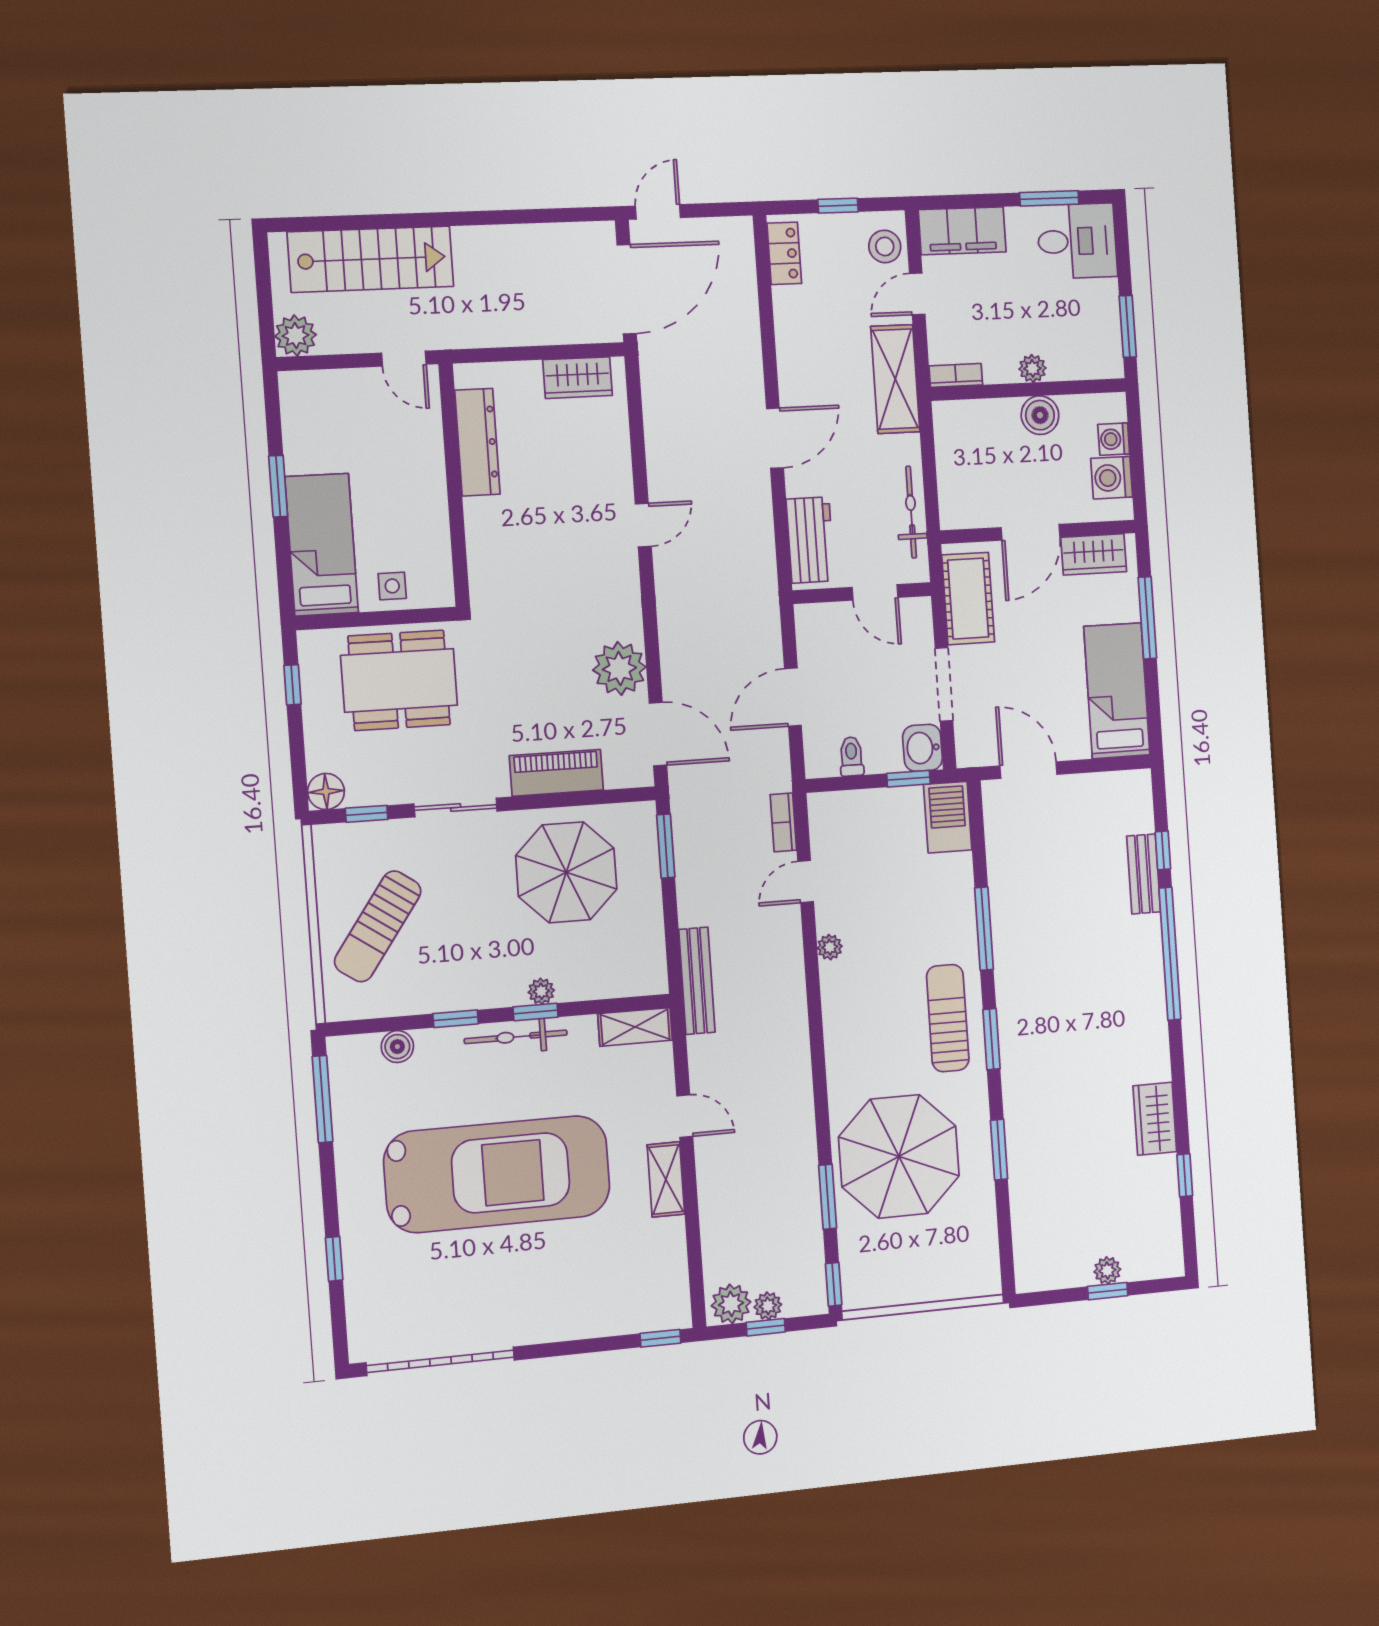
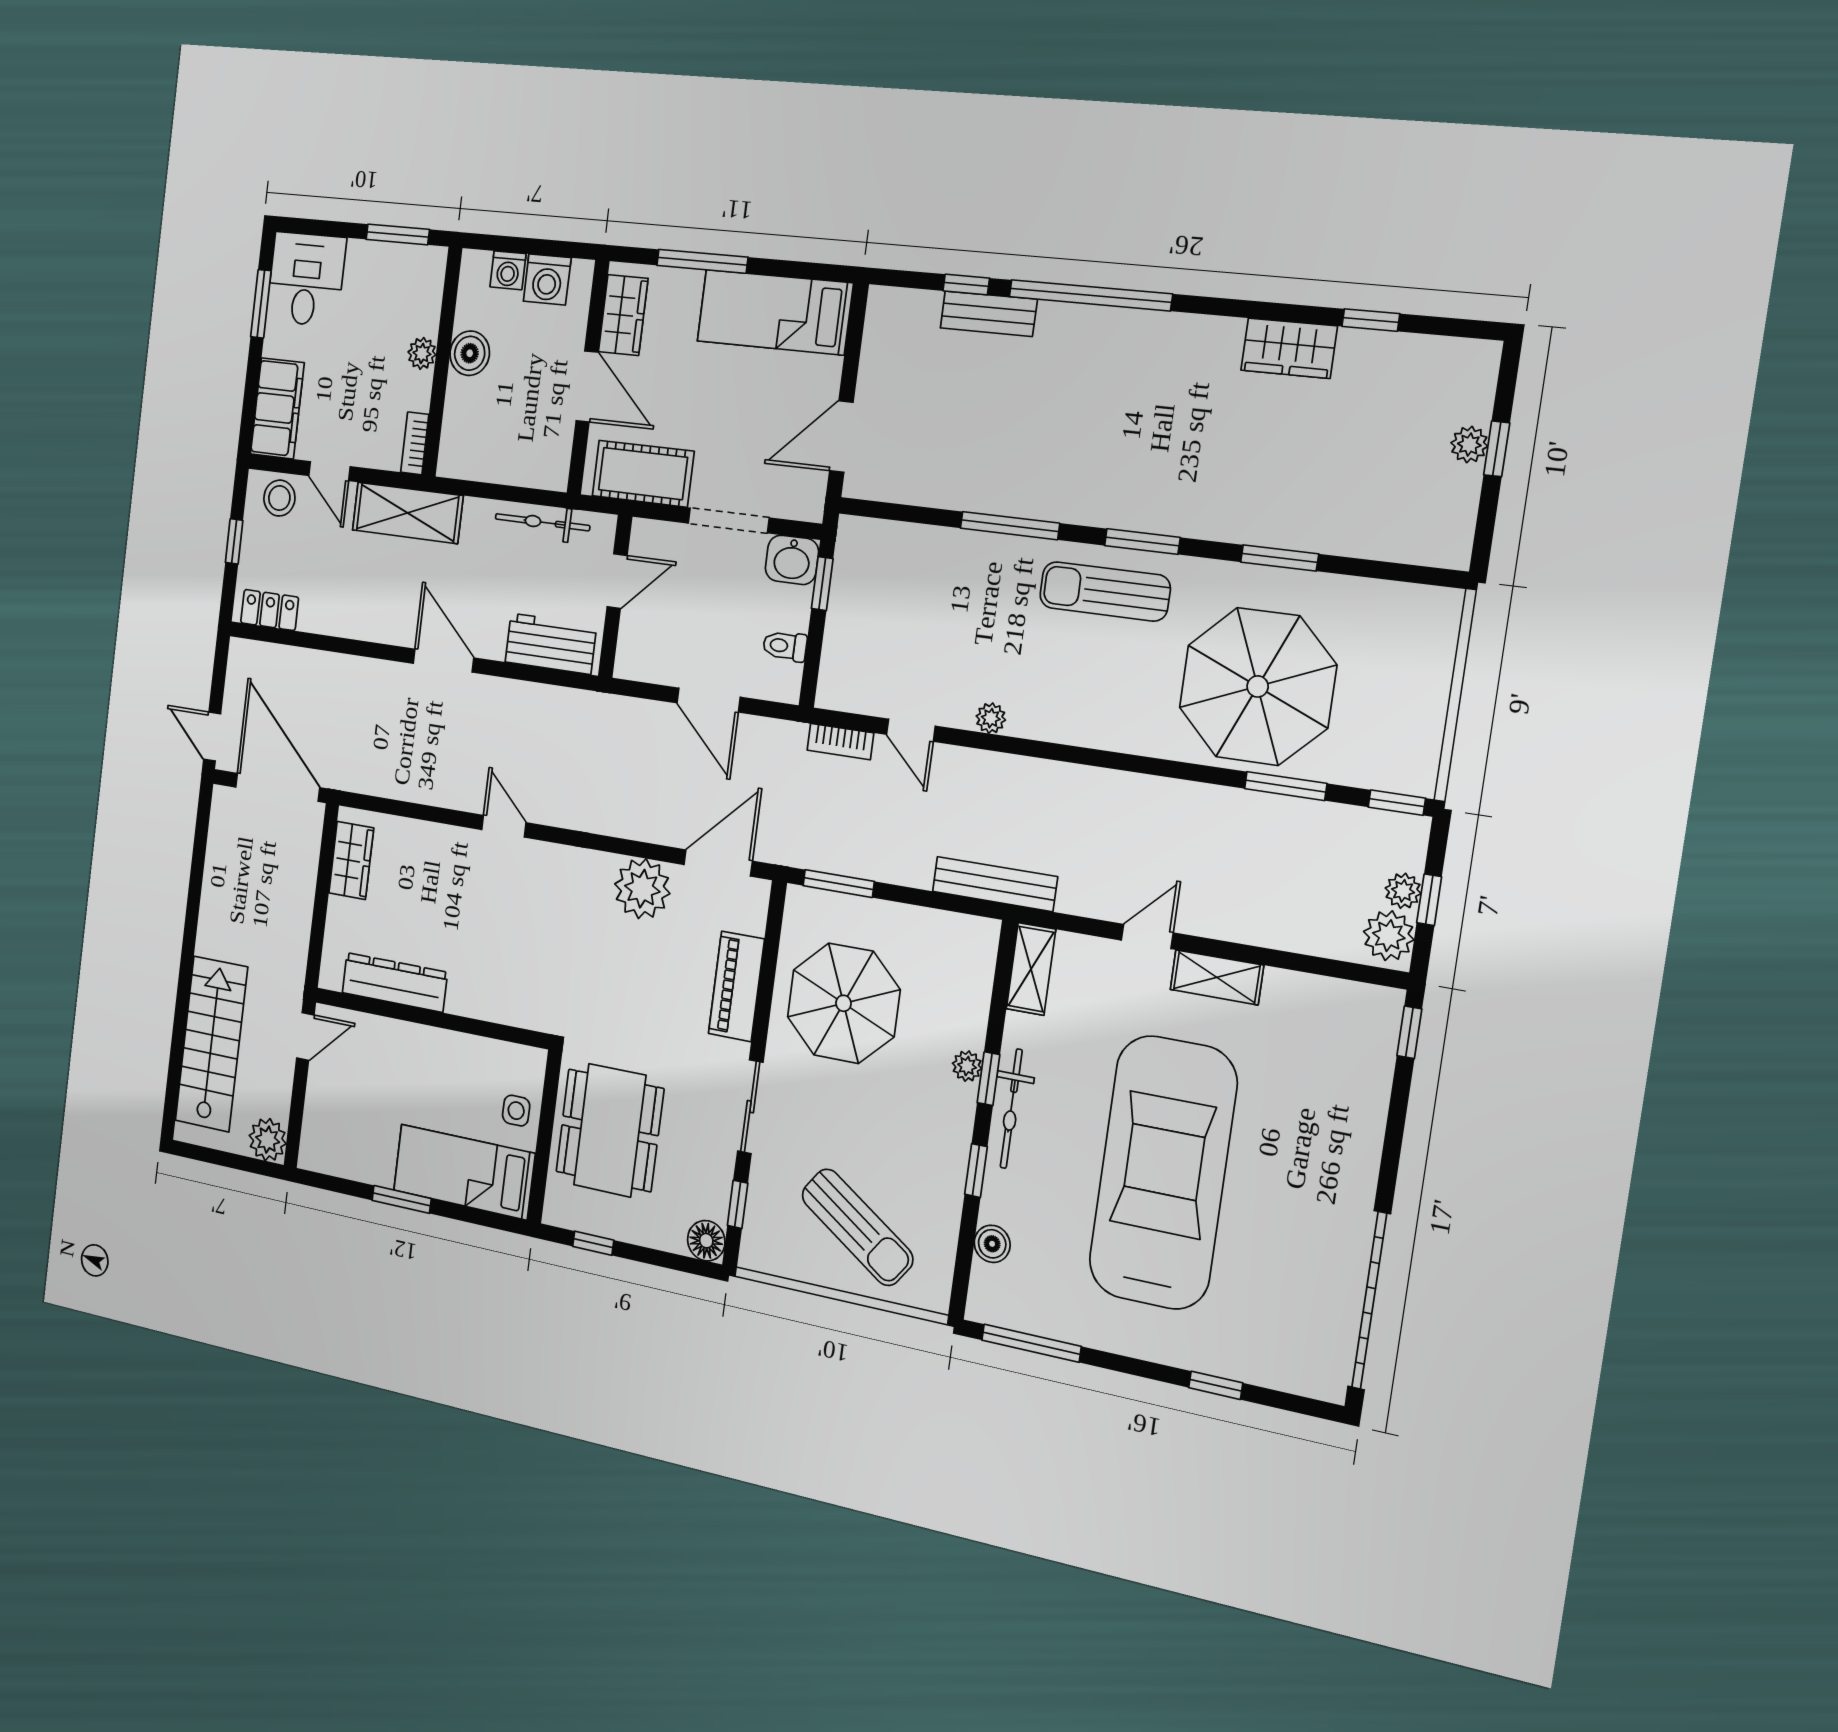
barbecue: (948, 817) -> (874, 545), removed

